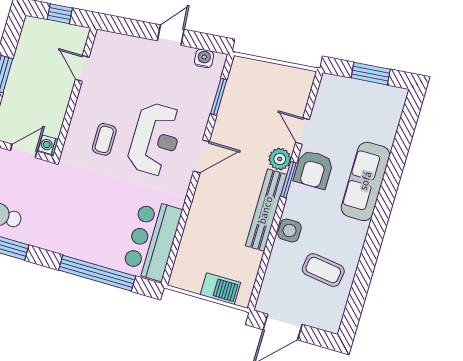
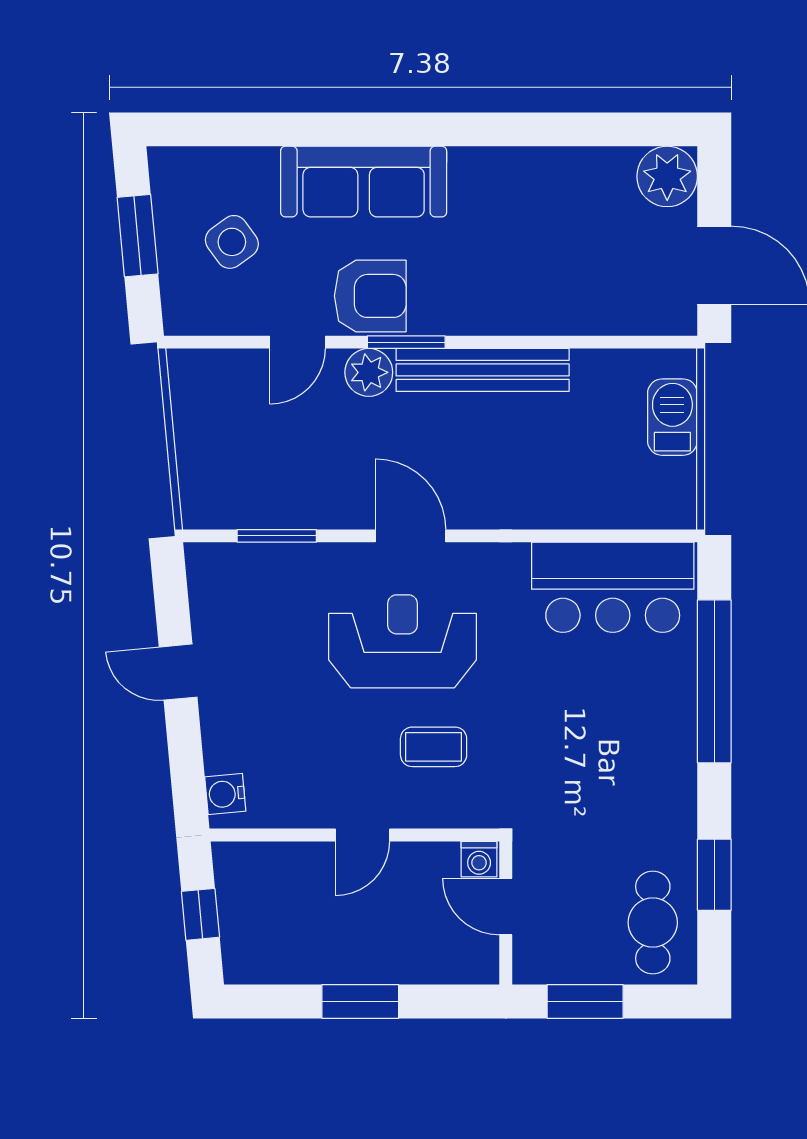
water cooler: (204, 58) -> (225, 794), moved
door: (82, 68) -> (363, 835), moved
side table: (290, 231) -> (232, 242), moved, turned -36
coffee table: (323, 270) -> (572, 216), removed
plant: (328, 317) -> (667, 176), added

